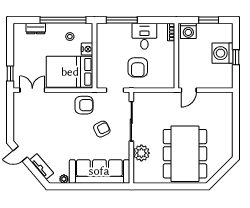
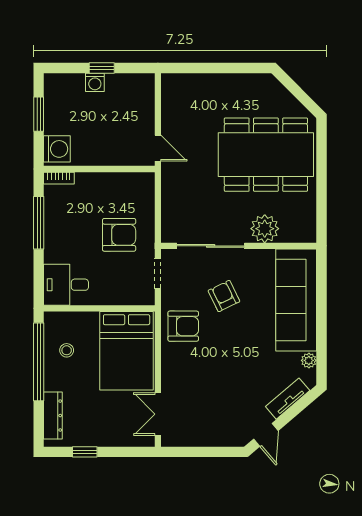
window: (122, 20) -> (39, 223), moved
dresser: (36, 29) -> (53, 416), width x1.44
desk: (144, 36) -> (66, 285), moved
nightstand: (87, 49) -> (88, 321), removed
washing machine: (223, 53) -> (95, 82), width x0.53, depth x0.53
window: (10, 74) -> (85, 452), moved
armchair: (84, 105) -> (183, 326), turned 90

